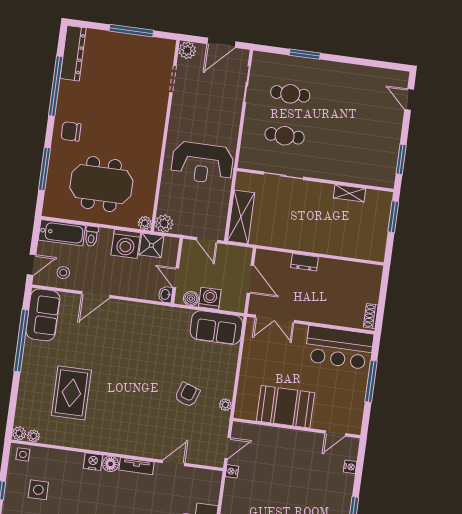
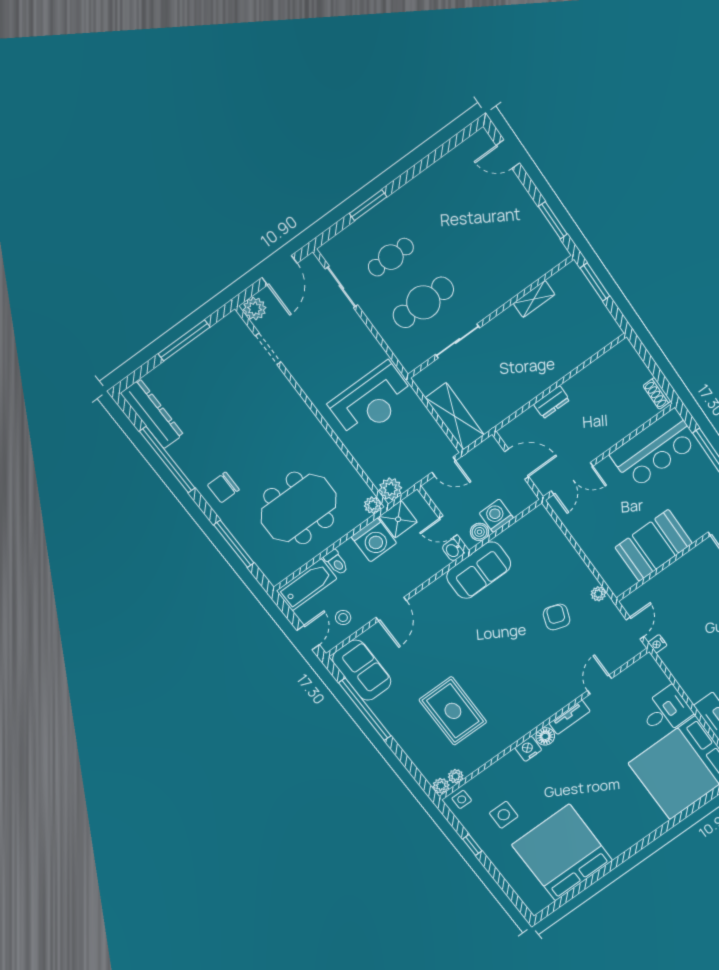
cafe table: (285, 136) -> (423, 302), width x1.37, depth x1.35
sofa: (216, 328) -> (479, 570), moved

